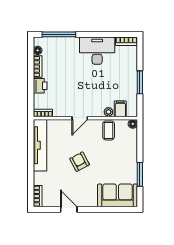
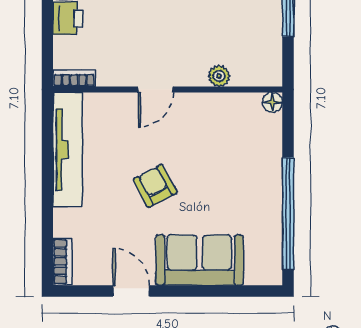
filing cabinet: (120, 109) -> (245, 69), removed
coffee table: (109, 130) -> (219, 117), removed
window: (140, 174) -> (288, 214), width x2.11
sofa: (117, 195) -> (200, 260), moved

